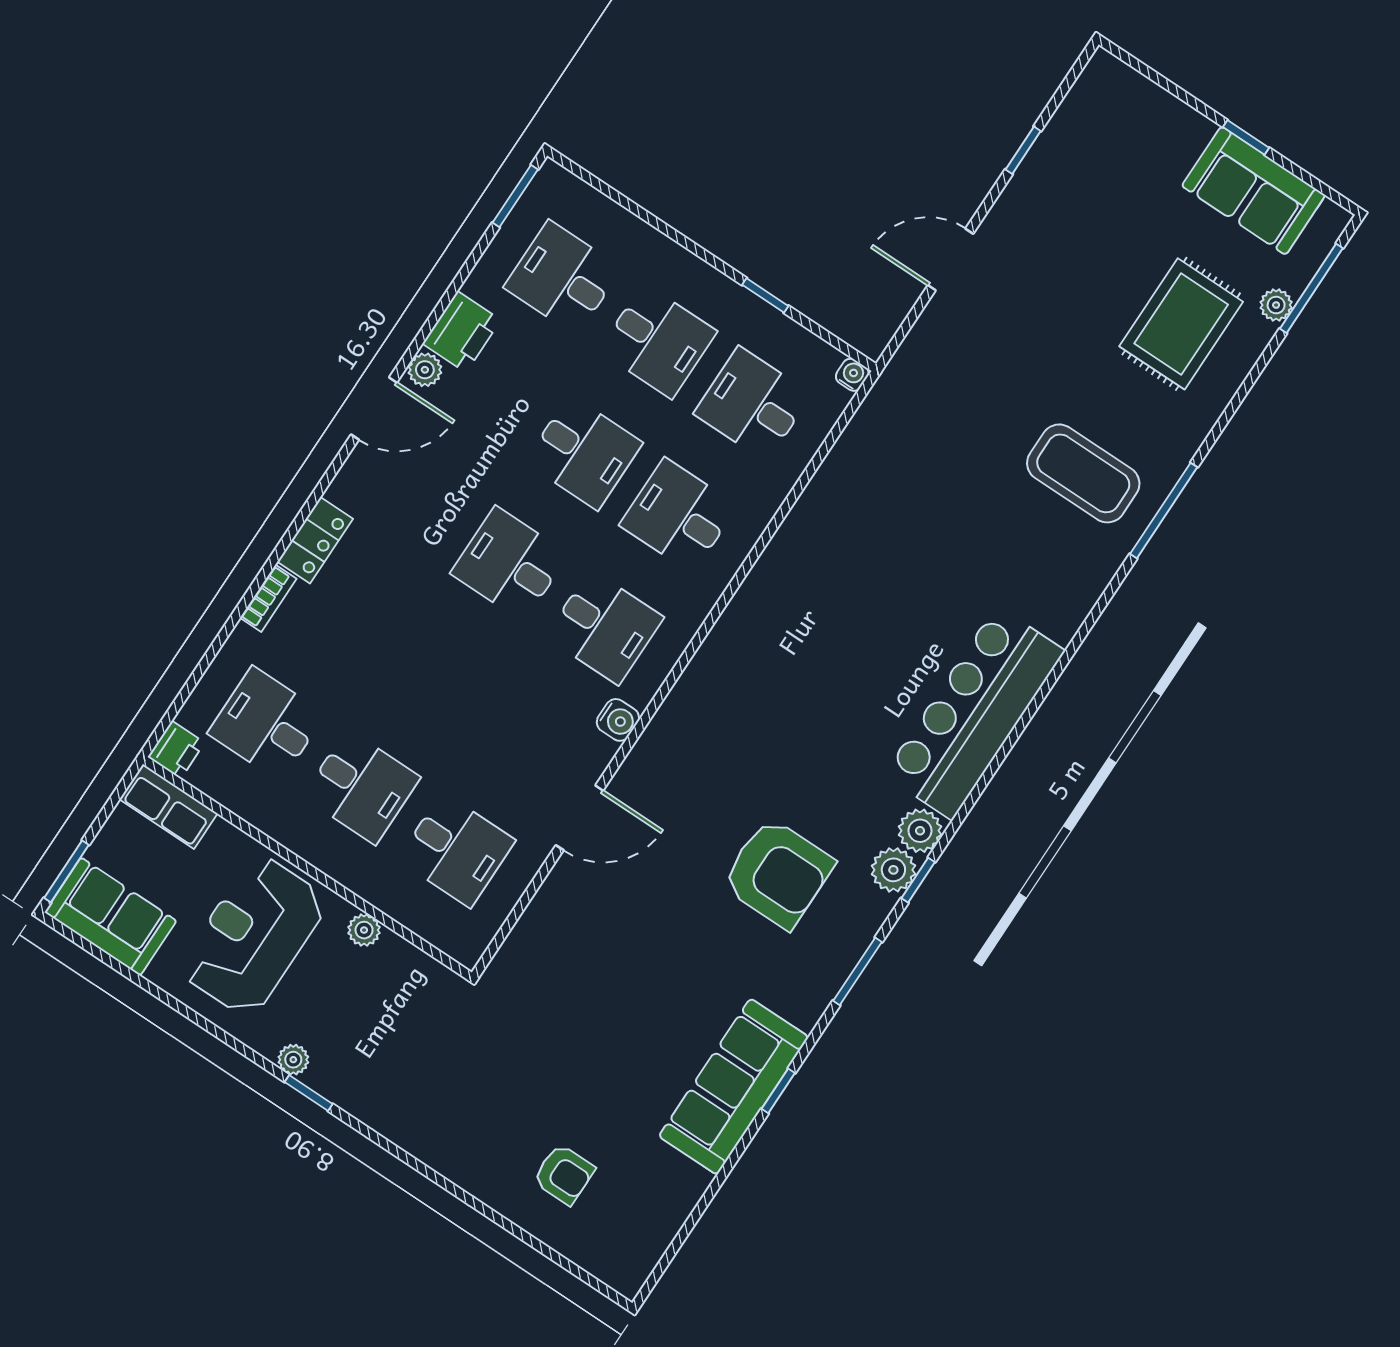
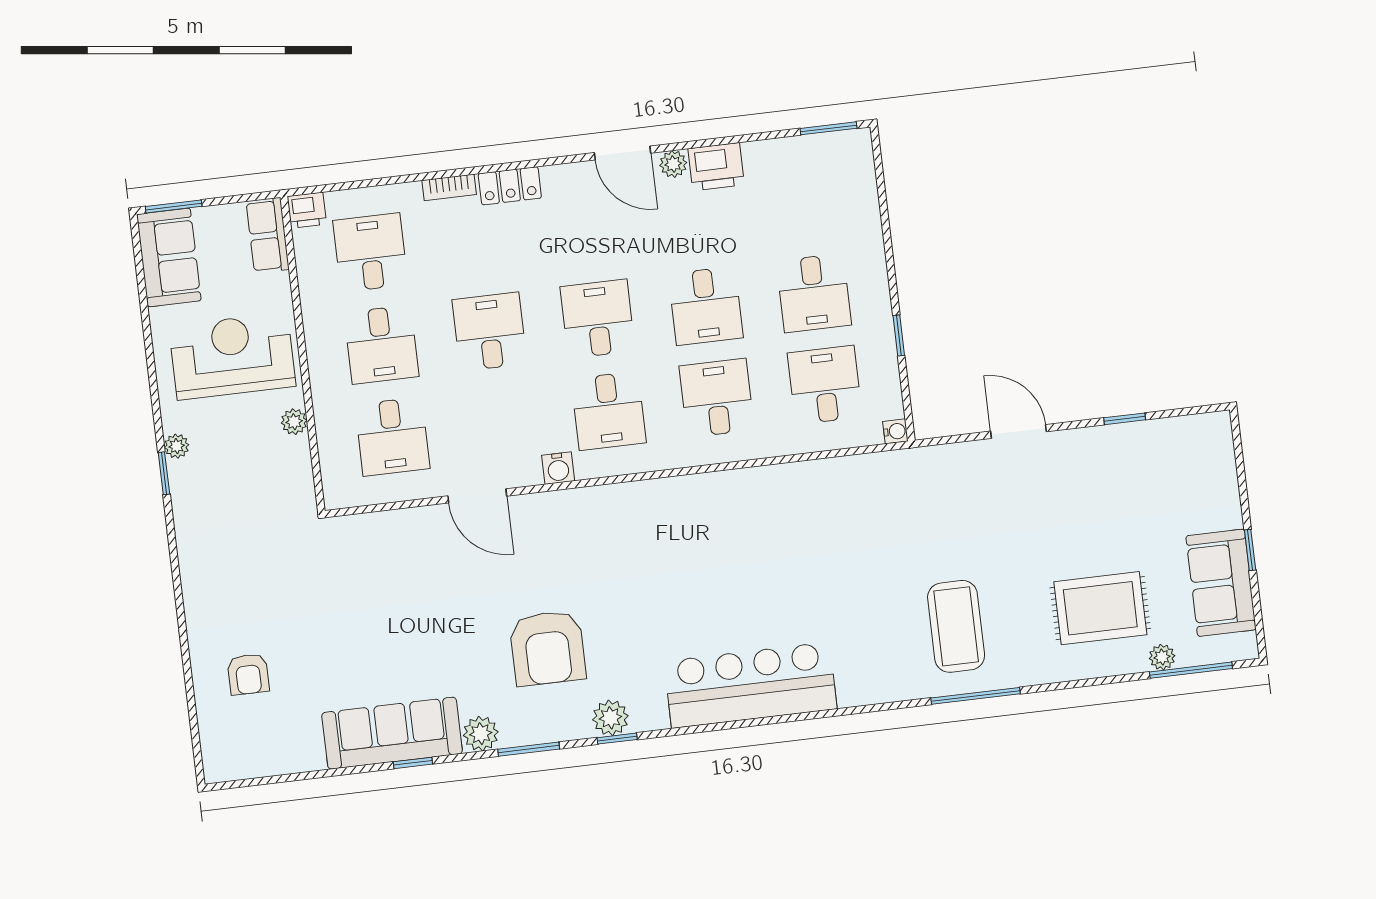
desk: (563, 278) -> (490, 332), moved
plant: (920, 831) -> (481, 734), moved

